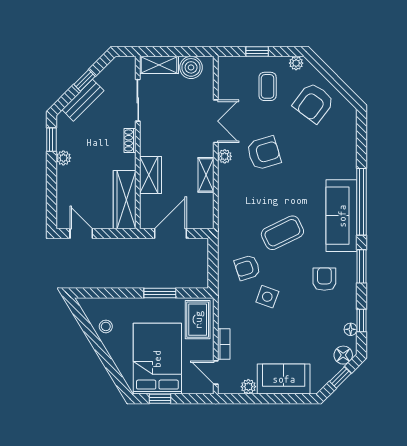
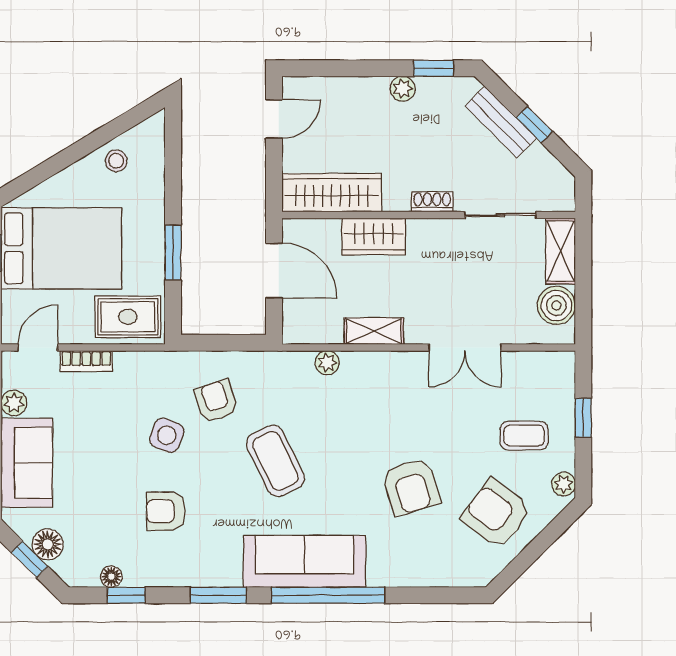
armchair: (264, 153) -> (411, 487), moved
plant: (225, 156) -> (327, 363), moved
armchair: (324, 279) -> (166, 511), moved, turned 180
floor lamp: (343, 355) -> (48, 544), moved

